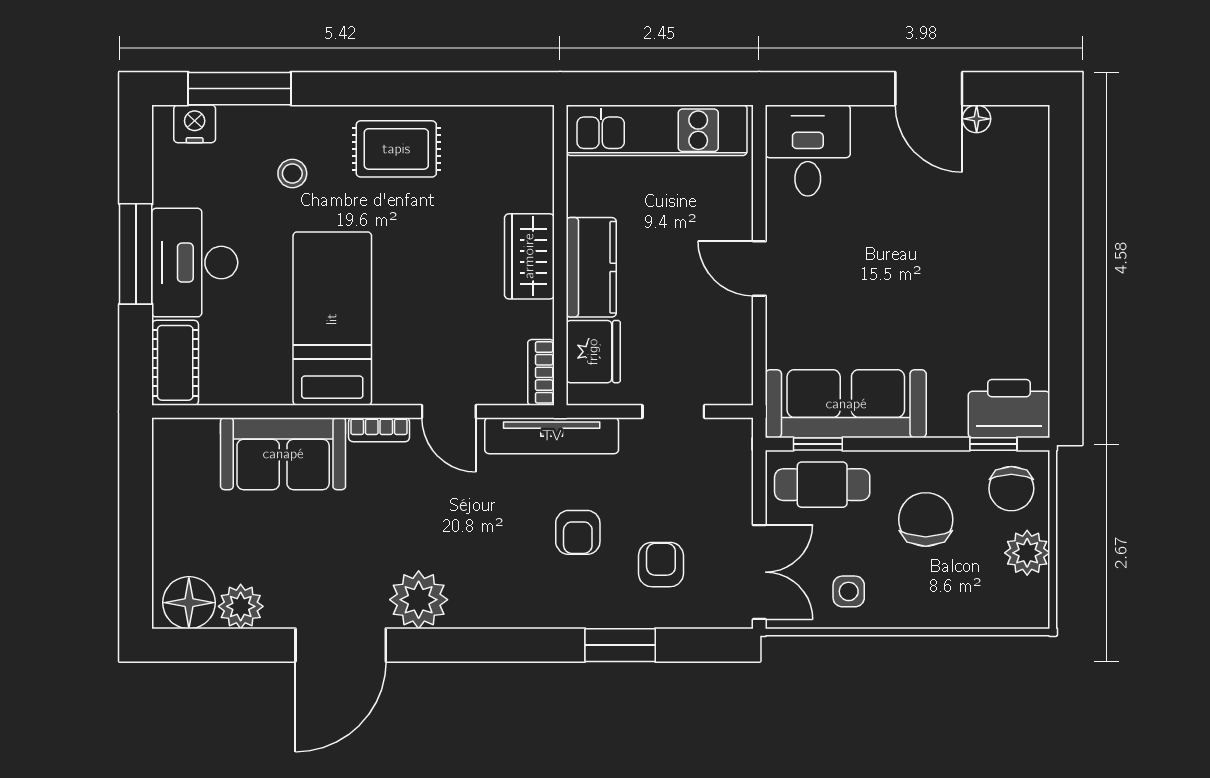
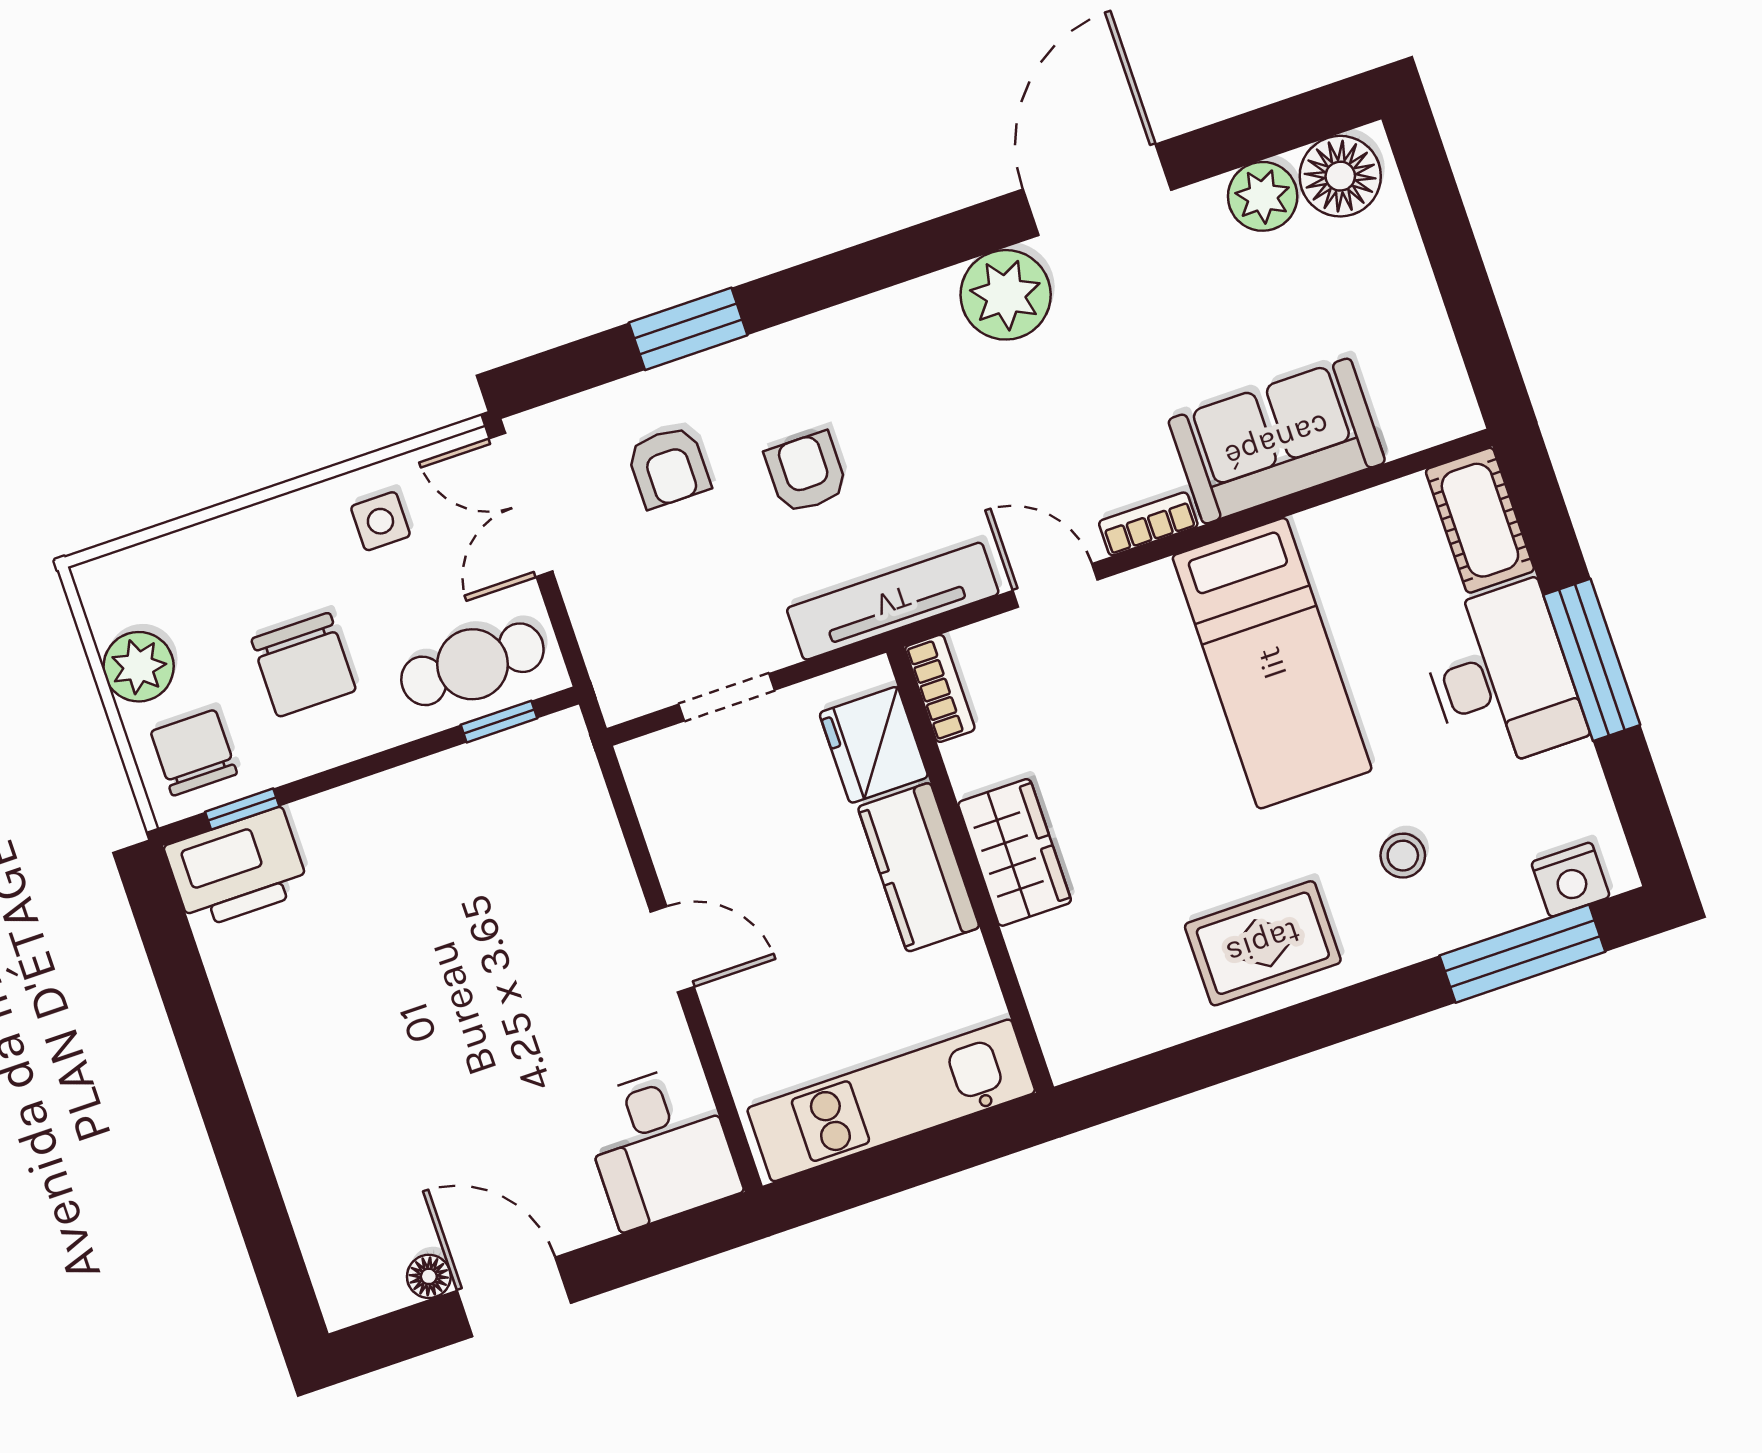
sofa: (846, 404) -> (478, 794), removed

